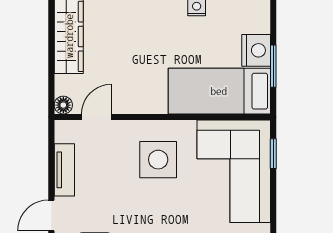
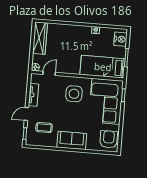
nightstand: (256, 50) -> (120, 39), moved

